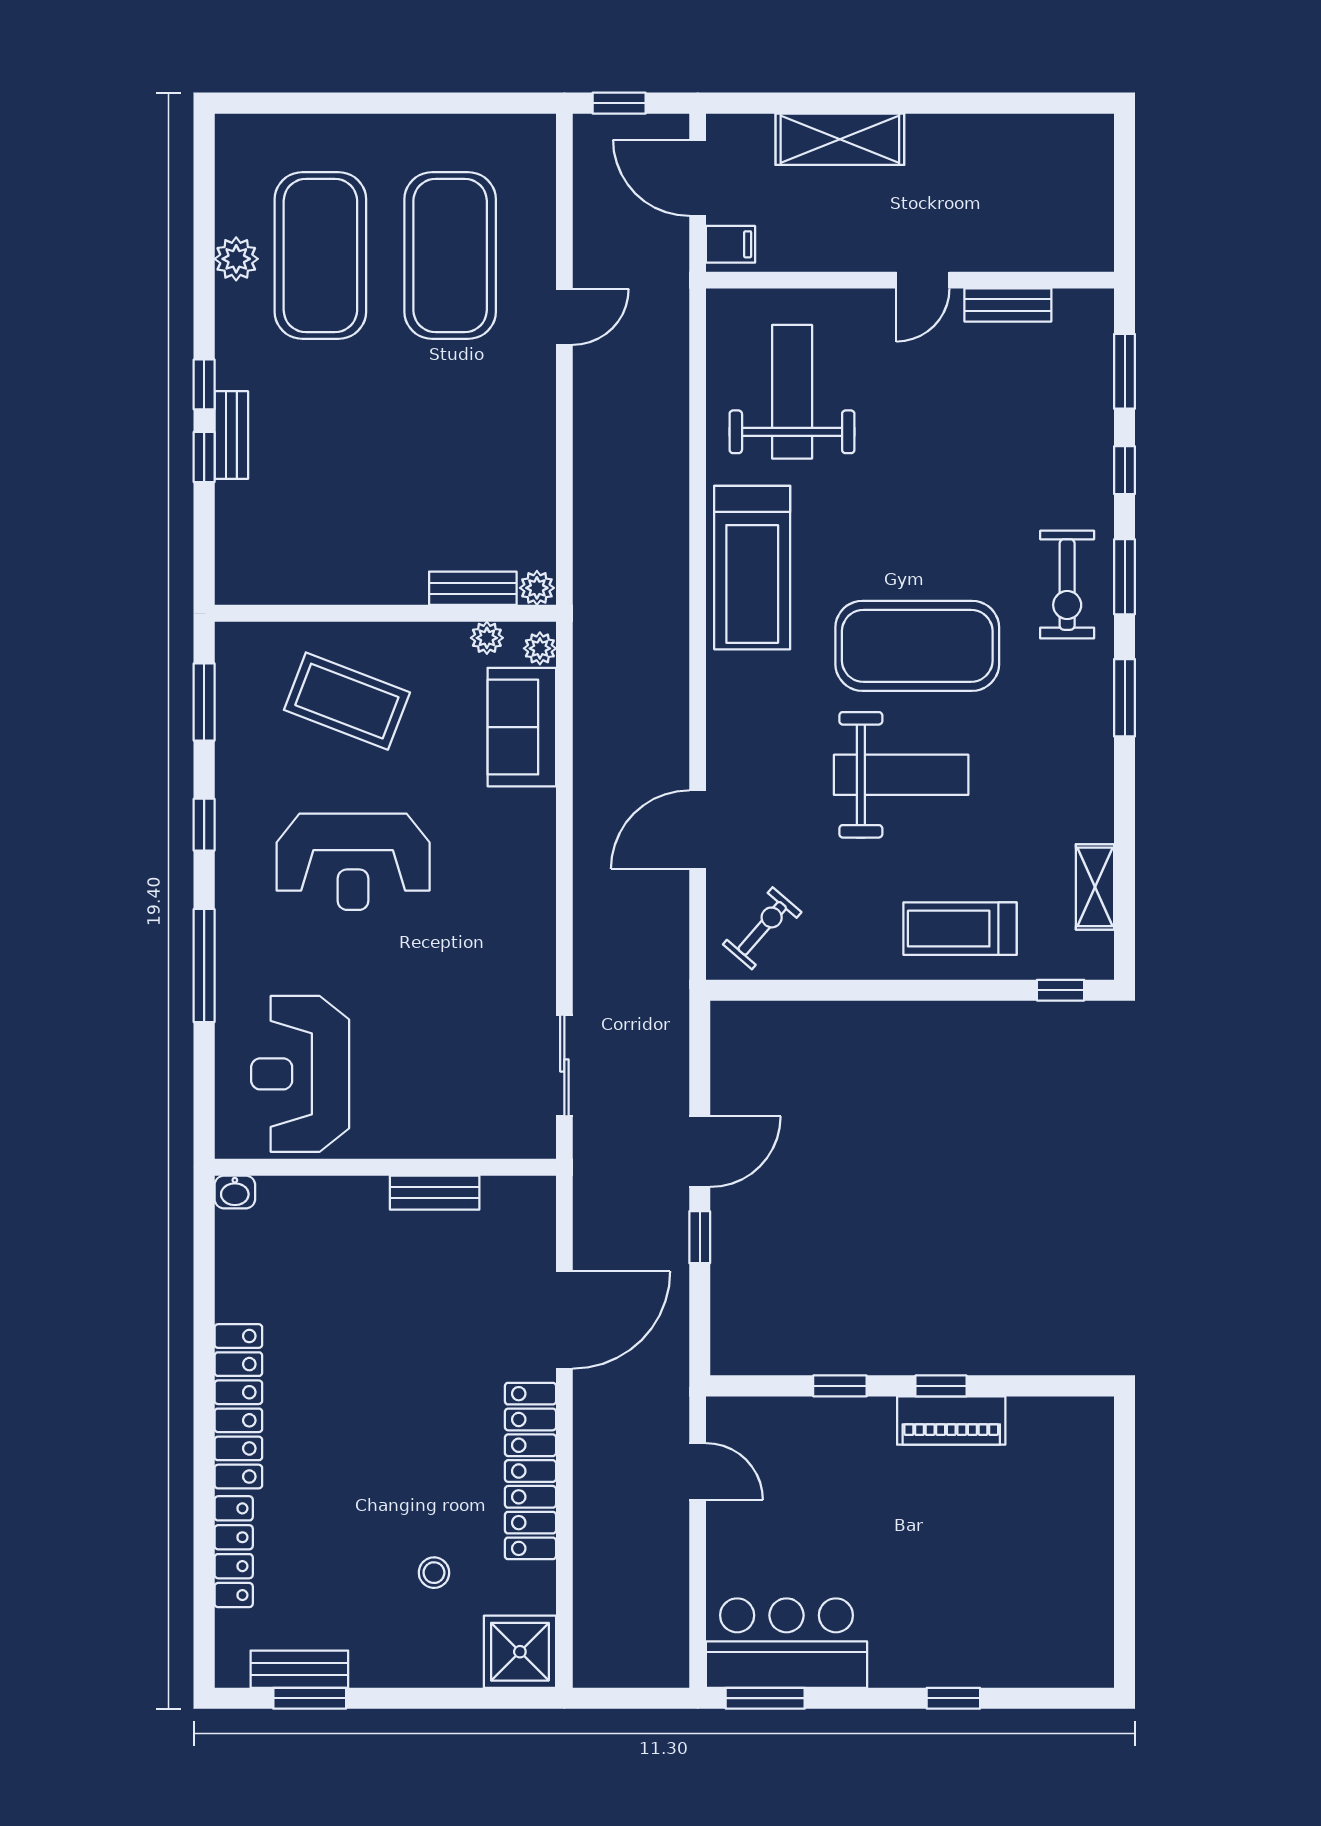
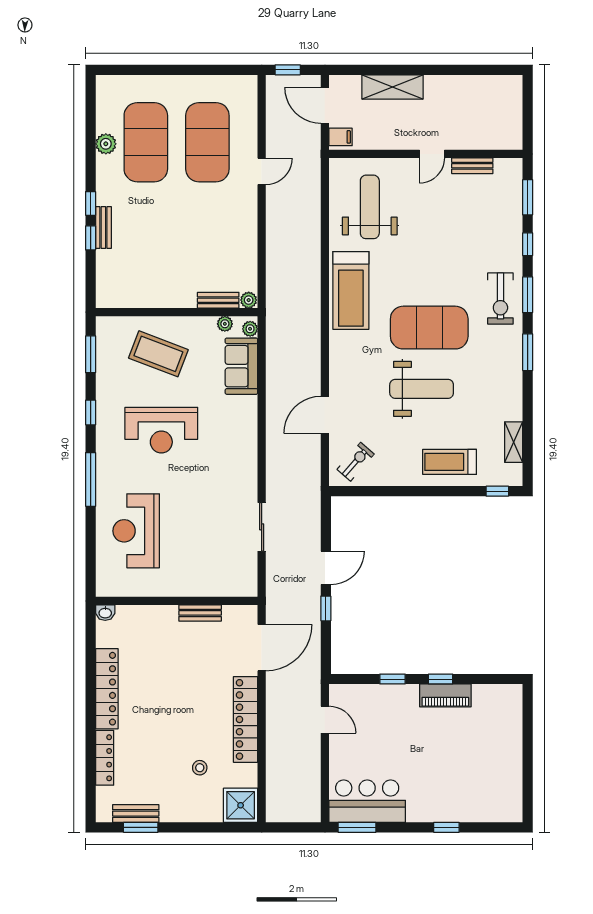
wall: (385, 1167) -> (177, 601), moved
washbasin: (235, 1192) -> (105, 613), moved
bench: (435, 1193) -> (200, 613), moved

